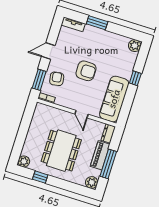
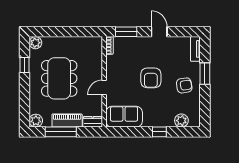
plant: (135, 46) -> (181, 121), moved
armchair: (57, 79) -> (184, 85), moved
sofa: (114, 99) -> (124, 117), width x0.73
dining table: (61, 151) -> (59, 78), turned 90

